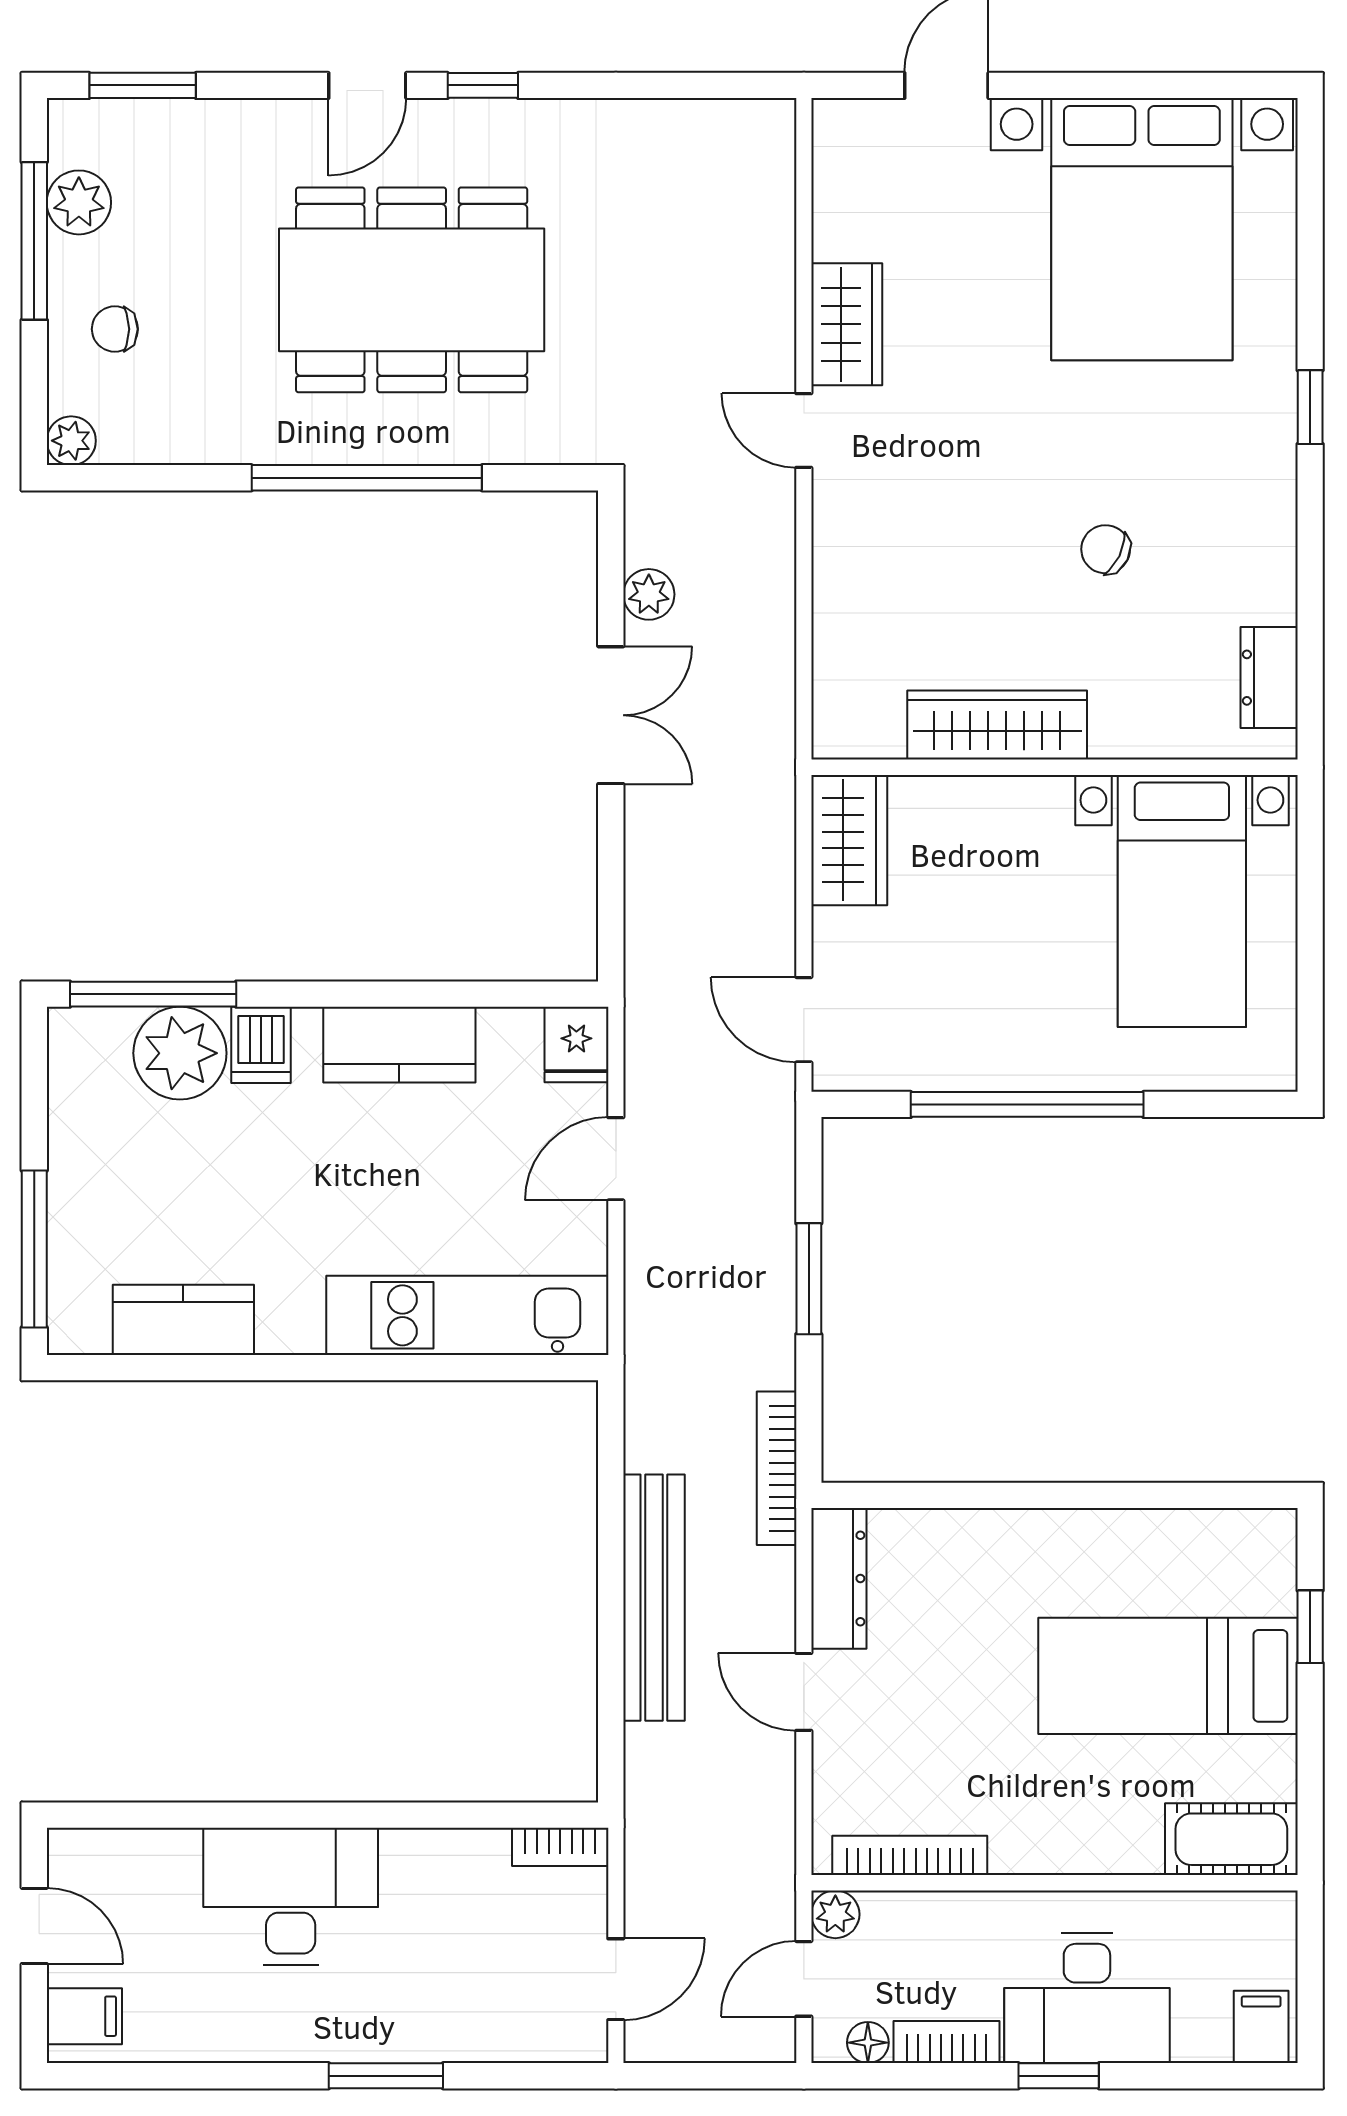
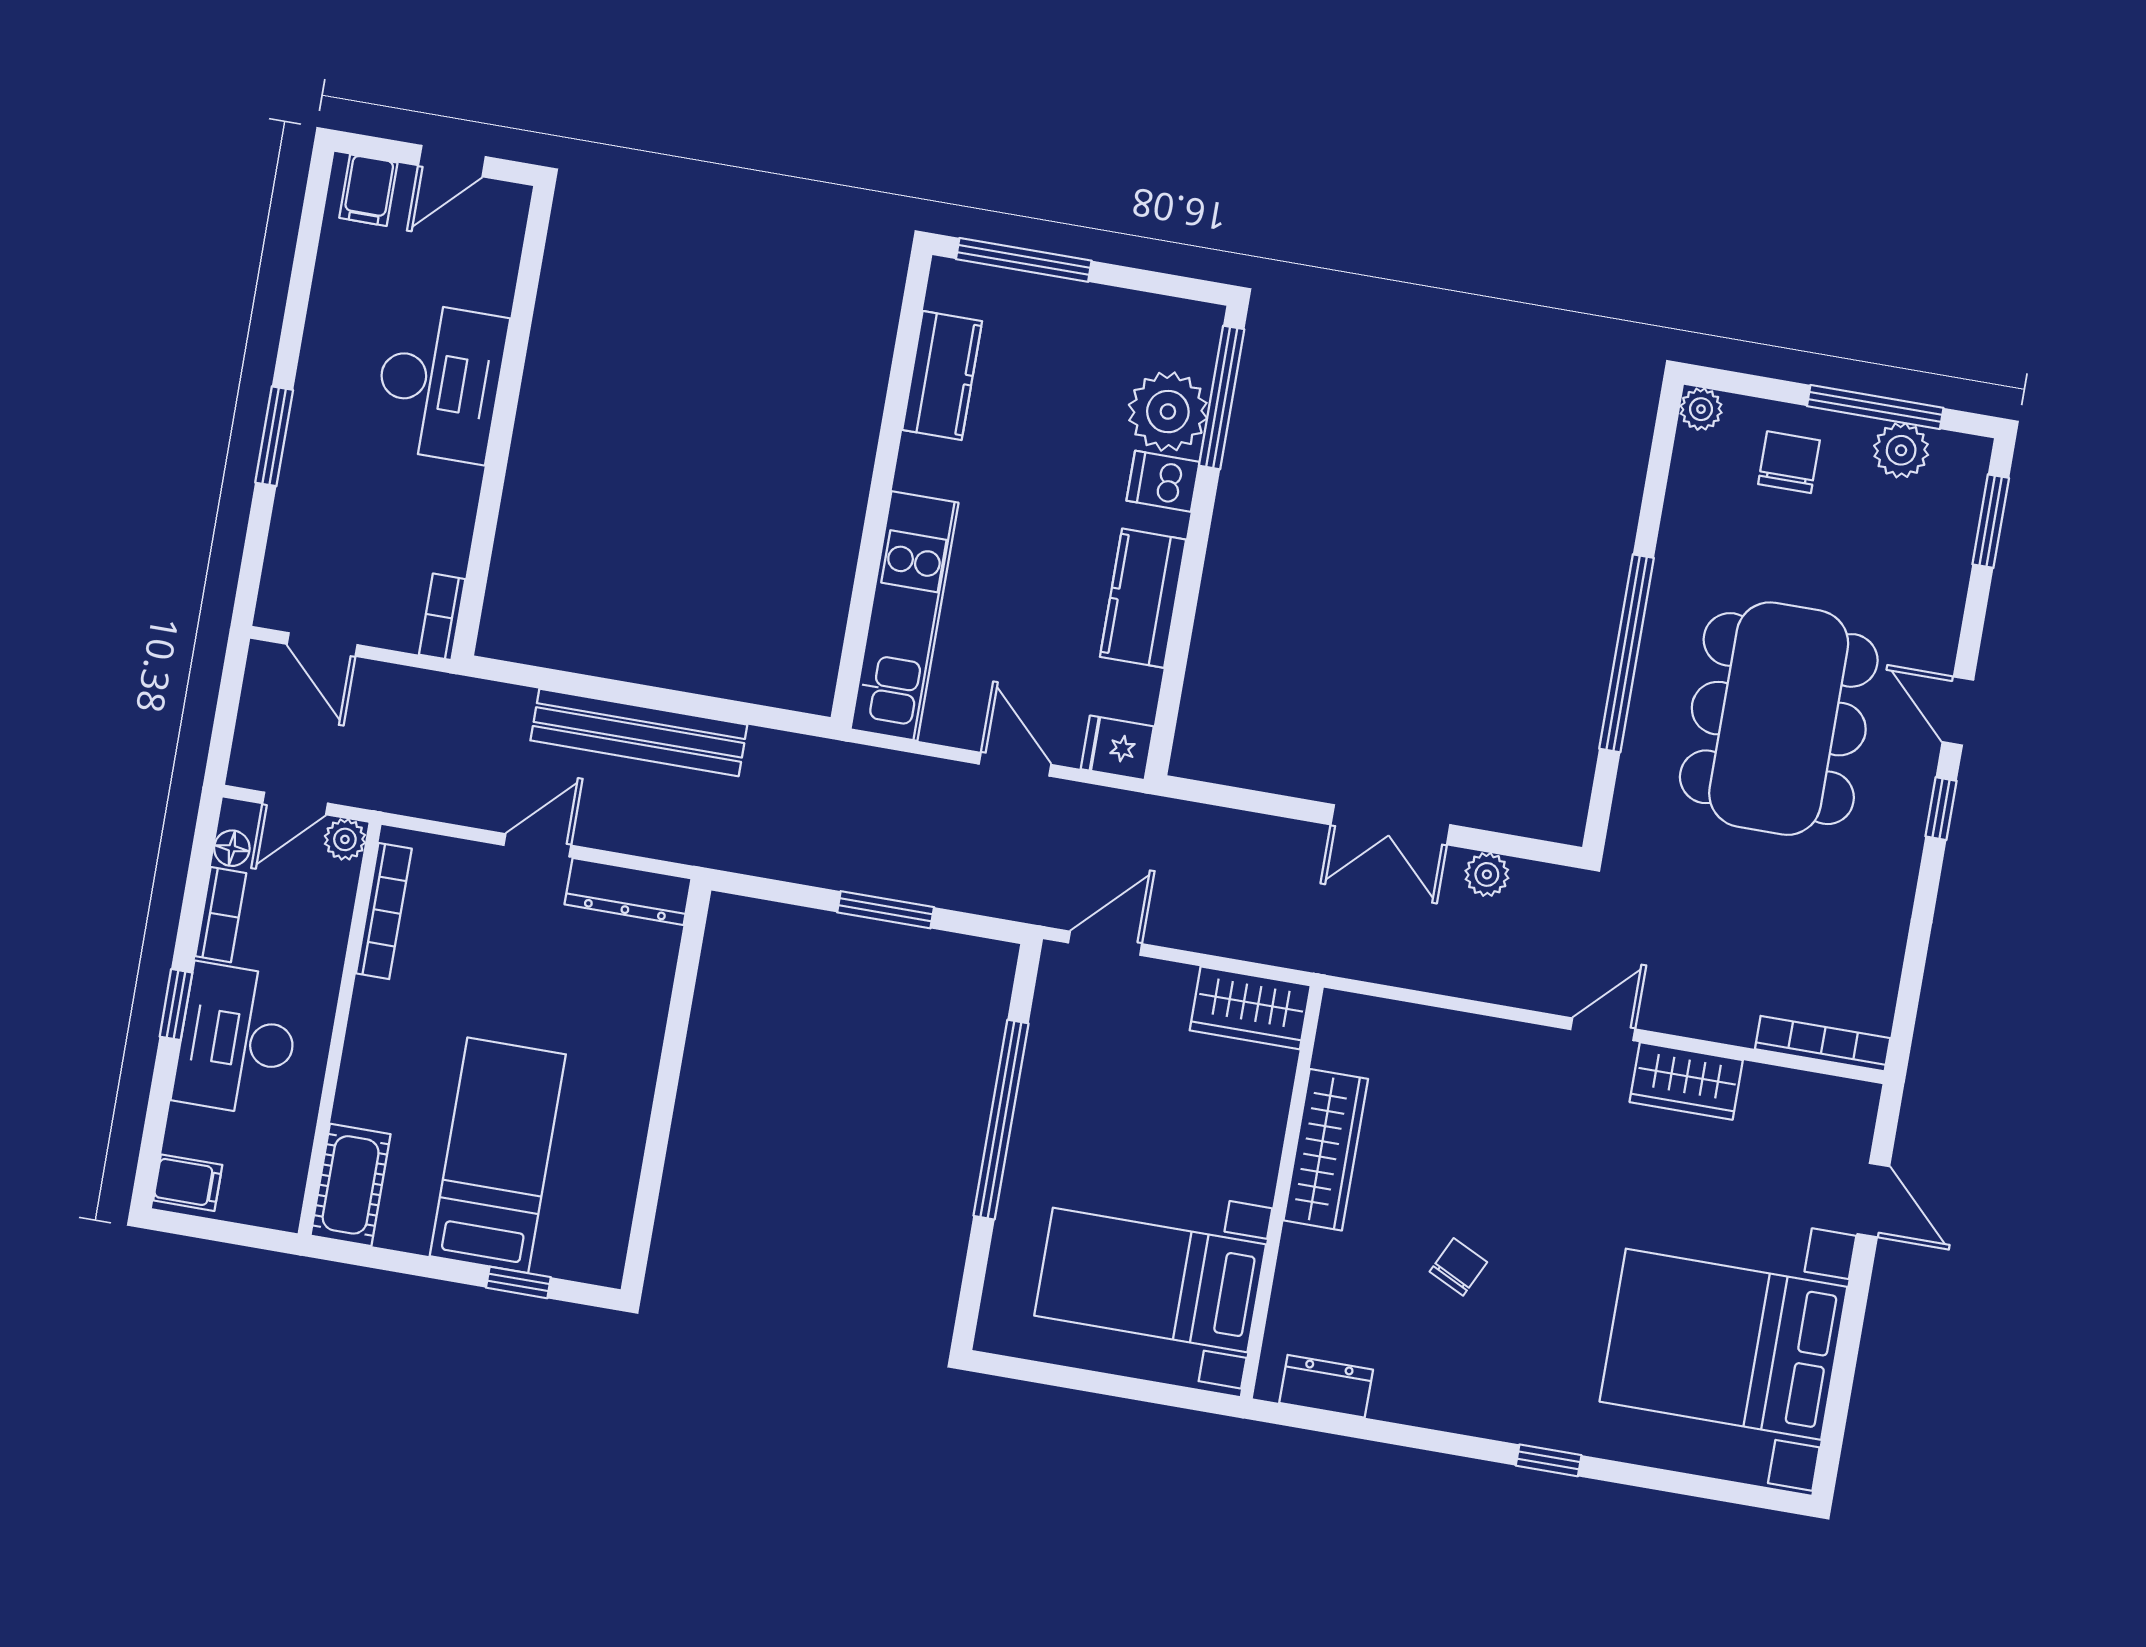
chair: (115, 329) -> (1789, 462), width x1.37, depth x1.37
bookcase: (777, 1468) -> (1823, 1044), moved
door: (804, 1979) -> (295, 803), swing flipped

